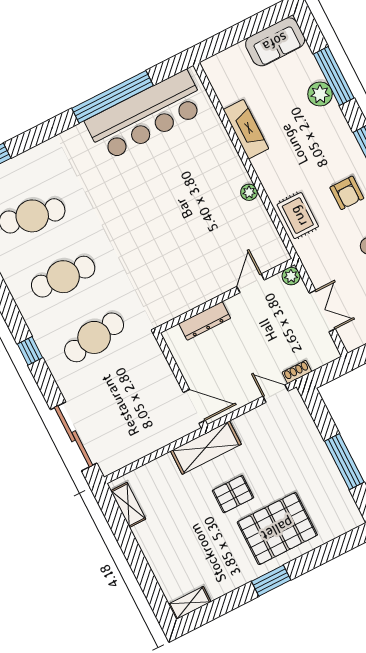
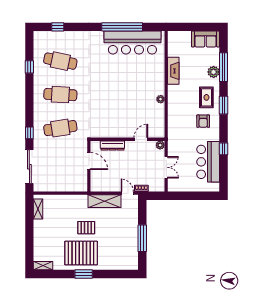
rug: (298, 216) -> (206, 97), moved
window: (30, 351) -> (29, 133), moved
door: (194, 406) -> (89, 161), moved
shelving: (206, 448) -> (104, 201), moved
pallet: (277, 529) -> (81, 253), moved

